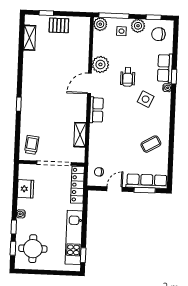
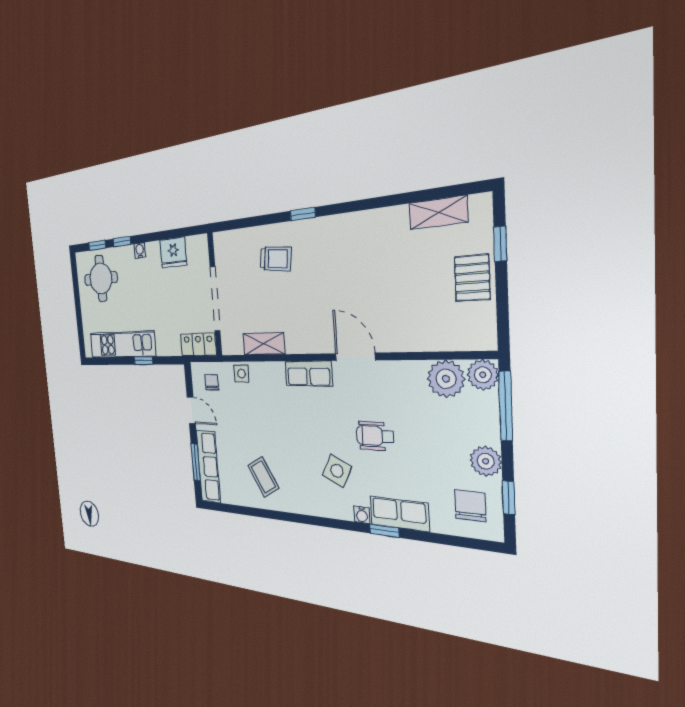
side table: (121, 31) -> (241, 374), moved
plant: (100, 64) -> (446, 379), moved
trolley: (32, 145) -> (276, 259), moved
locker: (77, 185) -> (198, 345), width x0.66
window: (83, 255) -> (143, 361), moved

